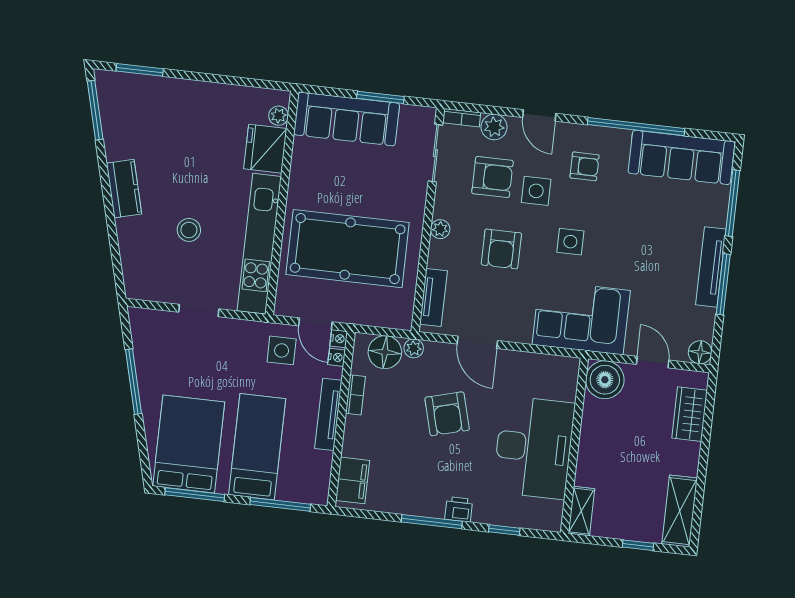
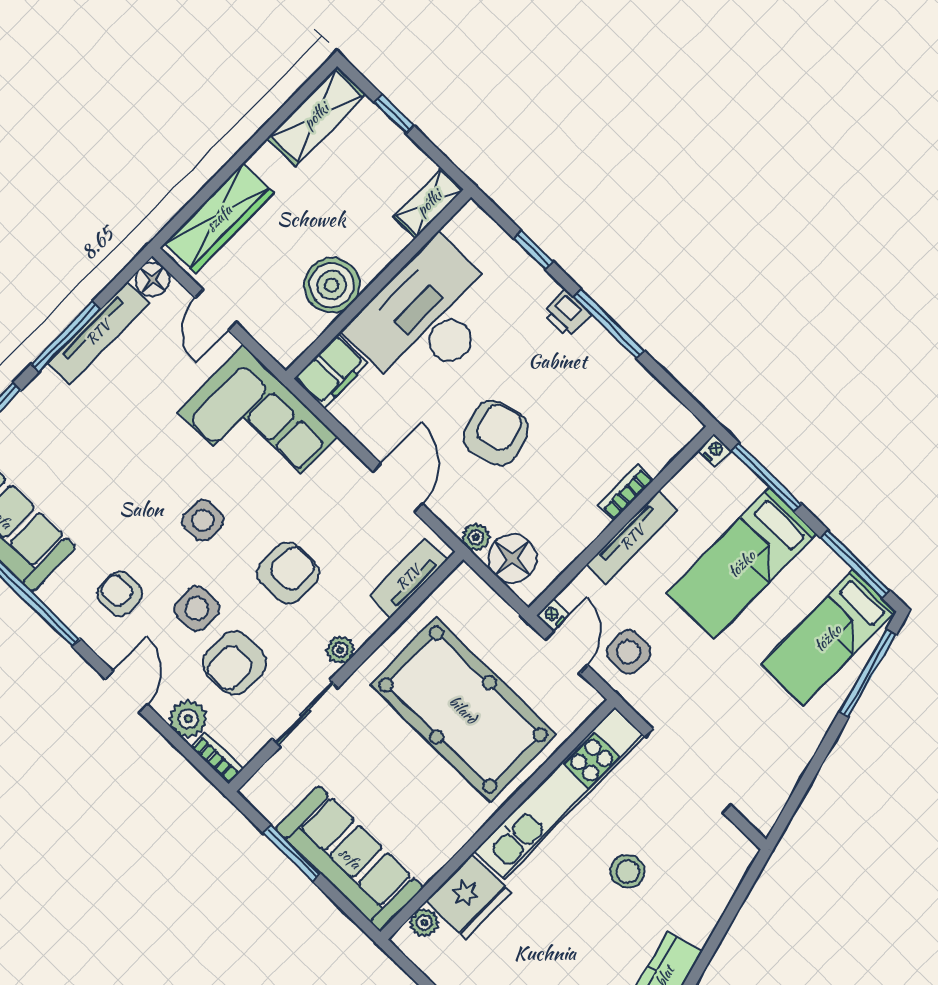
sliding door: (435, 153) -> (305, 713), moved
armchair: (492, 177) -> (234, 663), turned -90
tv unit: (711, 267) -> (98, 333), moved
doorway: (199, 310) -> (688, 771), width x1.88
nightstand: (336, 357) -> (715, 450), moved, turned 90
boiler: (605, 380) -> (332, 285), moved
window: (133, 382) -> (868, 673), moved
bookcase: (355, 395) -> (626, 492), moved
wardrobe: (690, 414) -> (219, 218), width x1.50
bed: (189, 444) -> (828, 638), width x0.67
filing cabinet: (353, 480) -> (331, 371), moved, turned 180

